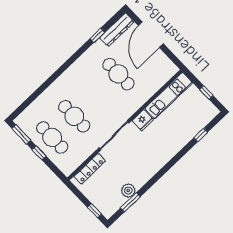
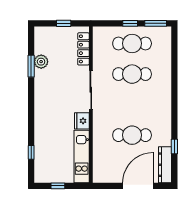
door: (151, 35) -> (138, 186), hinge flipped
window: (130, 202) -> (31, 66), moved
window: (95, 211) -> (64, 23), moved

